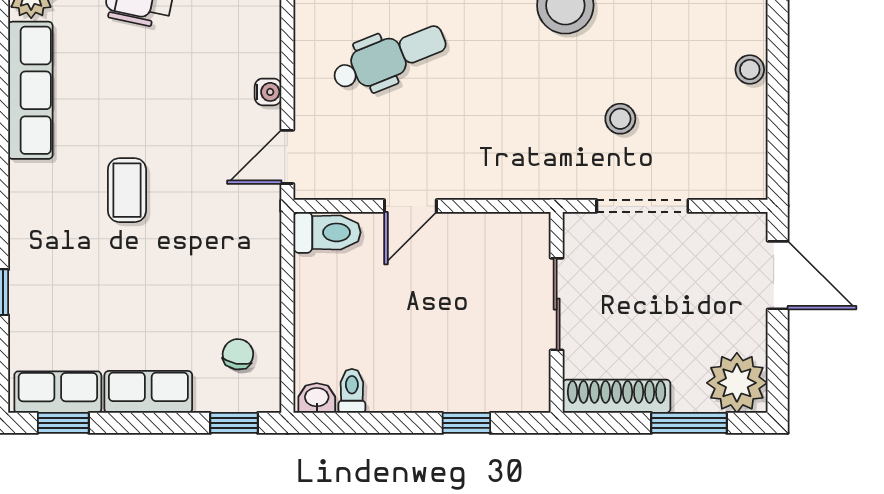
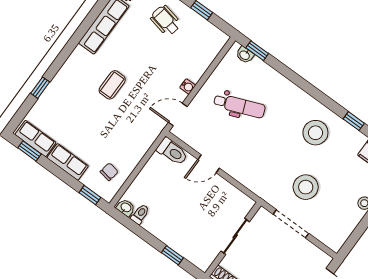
stool: (620, 119) -> (306, 187), width x1.89, depth x1.89

